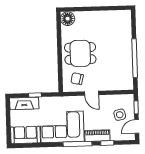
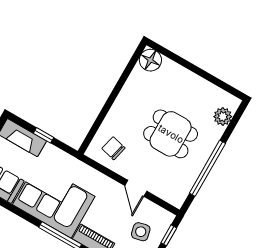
plant: (126, 25) -> (223, 117), added
dining table: (80, 53) -> (171, 134), moved
door: (92, 93) -> (136, 188), moved

